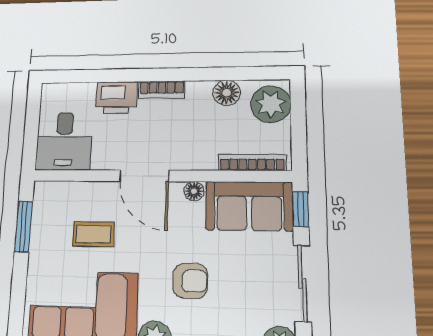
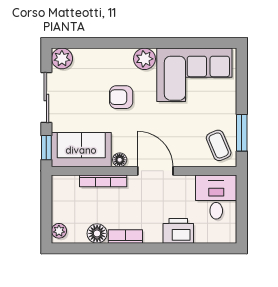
bookcase: (162, 90) -> (125, 236), moved
plant: (271, 104) -> (59, 231), width x0.53, depth x0.53
bookcase: (252, 162) -> (103, 181), moved
coffee table: (93, 234) -> (219, 145), moved, turned 67

